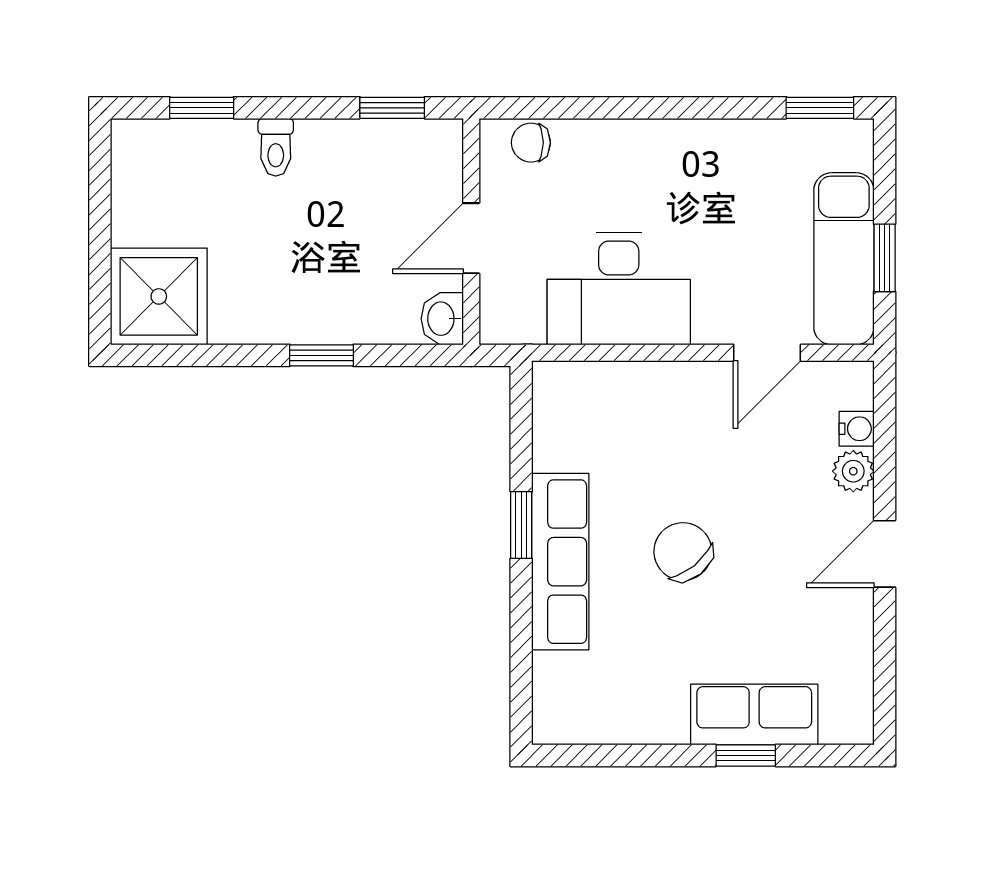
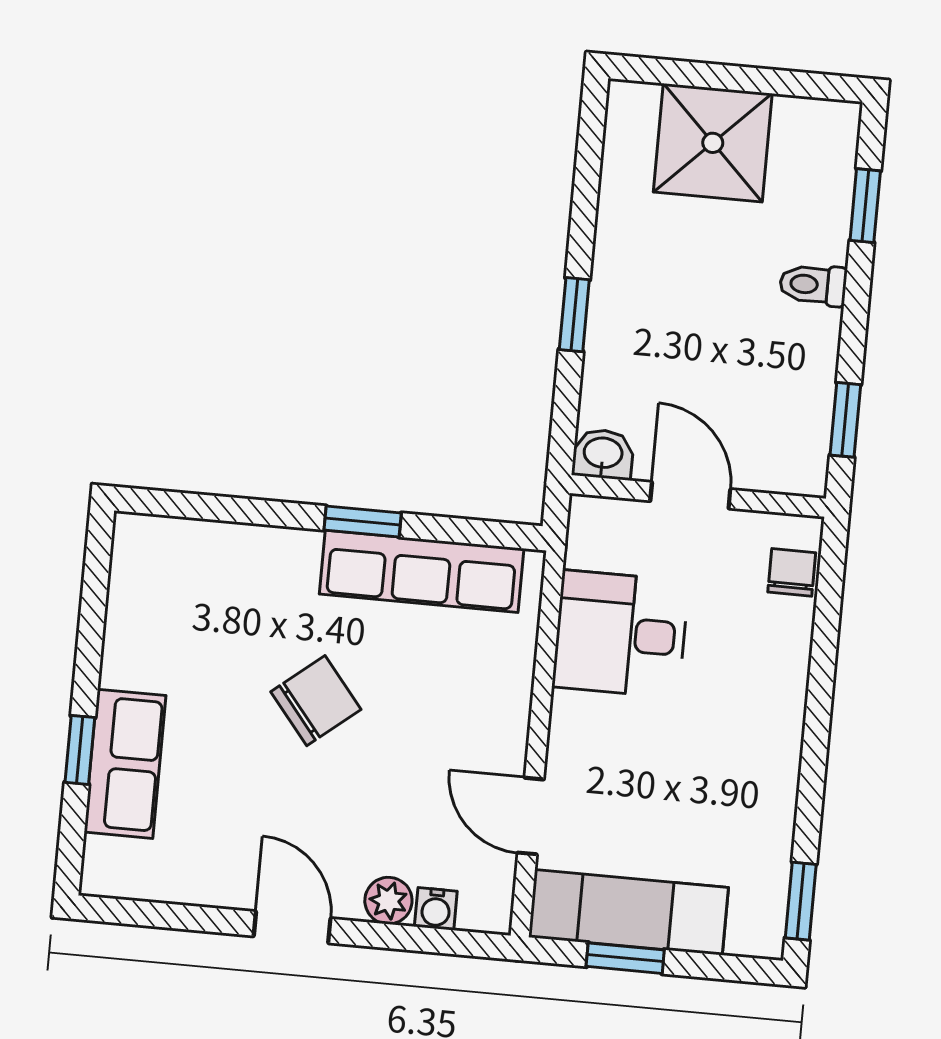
desk: (619, 288) -> (621, 634), width x0.73
shower: (159, 296) -> (713, 143), moved
row of seats: (560, 562) -> (422, 571), moved

